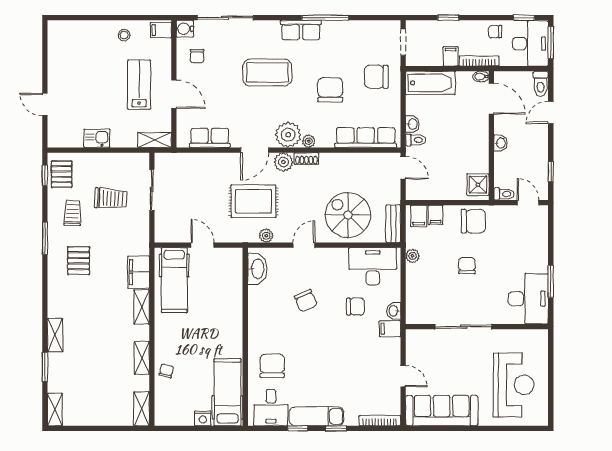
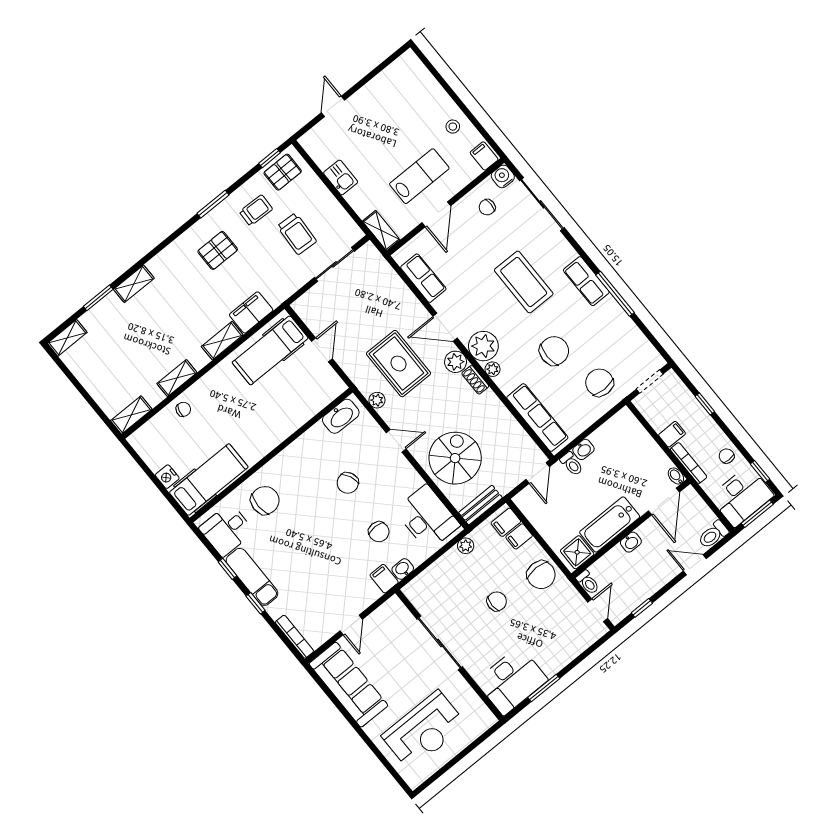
bathtub: (430, 83) -> (610, 524), moved, turned 90

